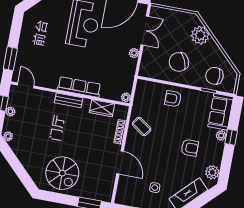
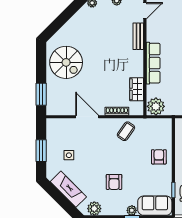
plant: (126, 97) -> (156, 106), width x1.88, depth x1.88
bench: (69, 100) -> (138, 36), moved
door: (120, 162) -> (87, 117), swing flipped
spiral stairs: (62, 173) -> (66, 62), turned -90

